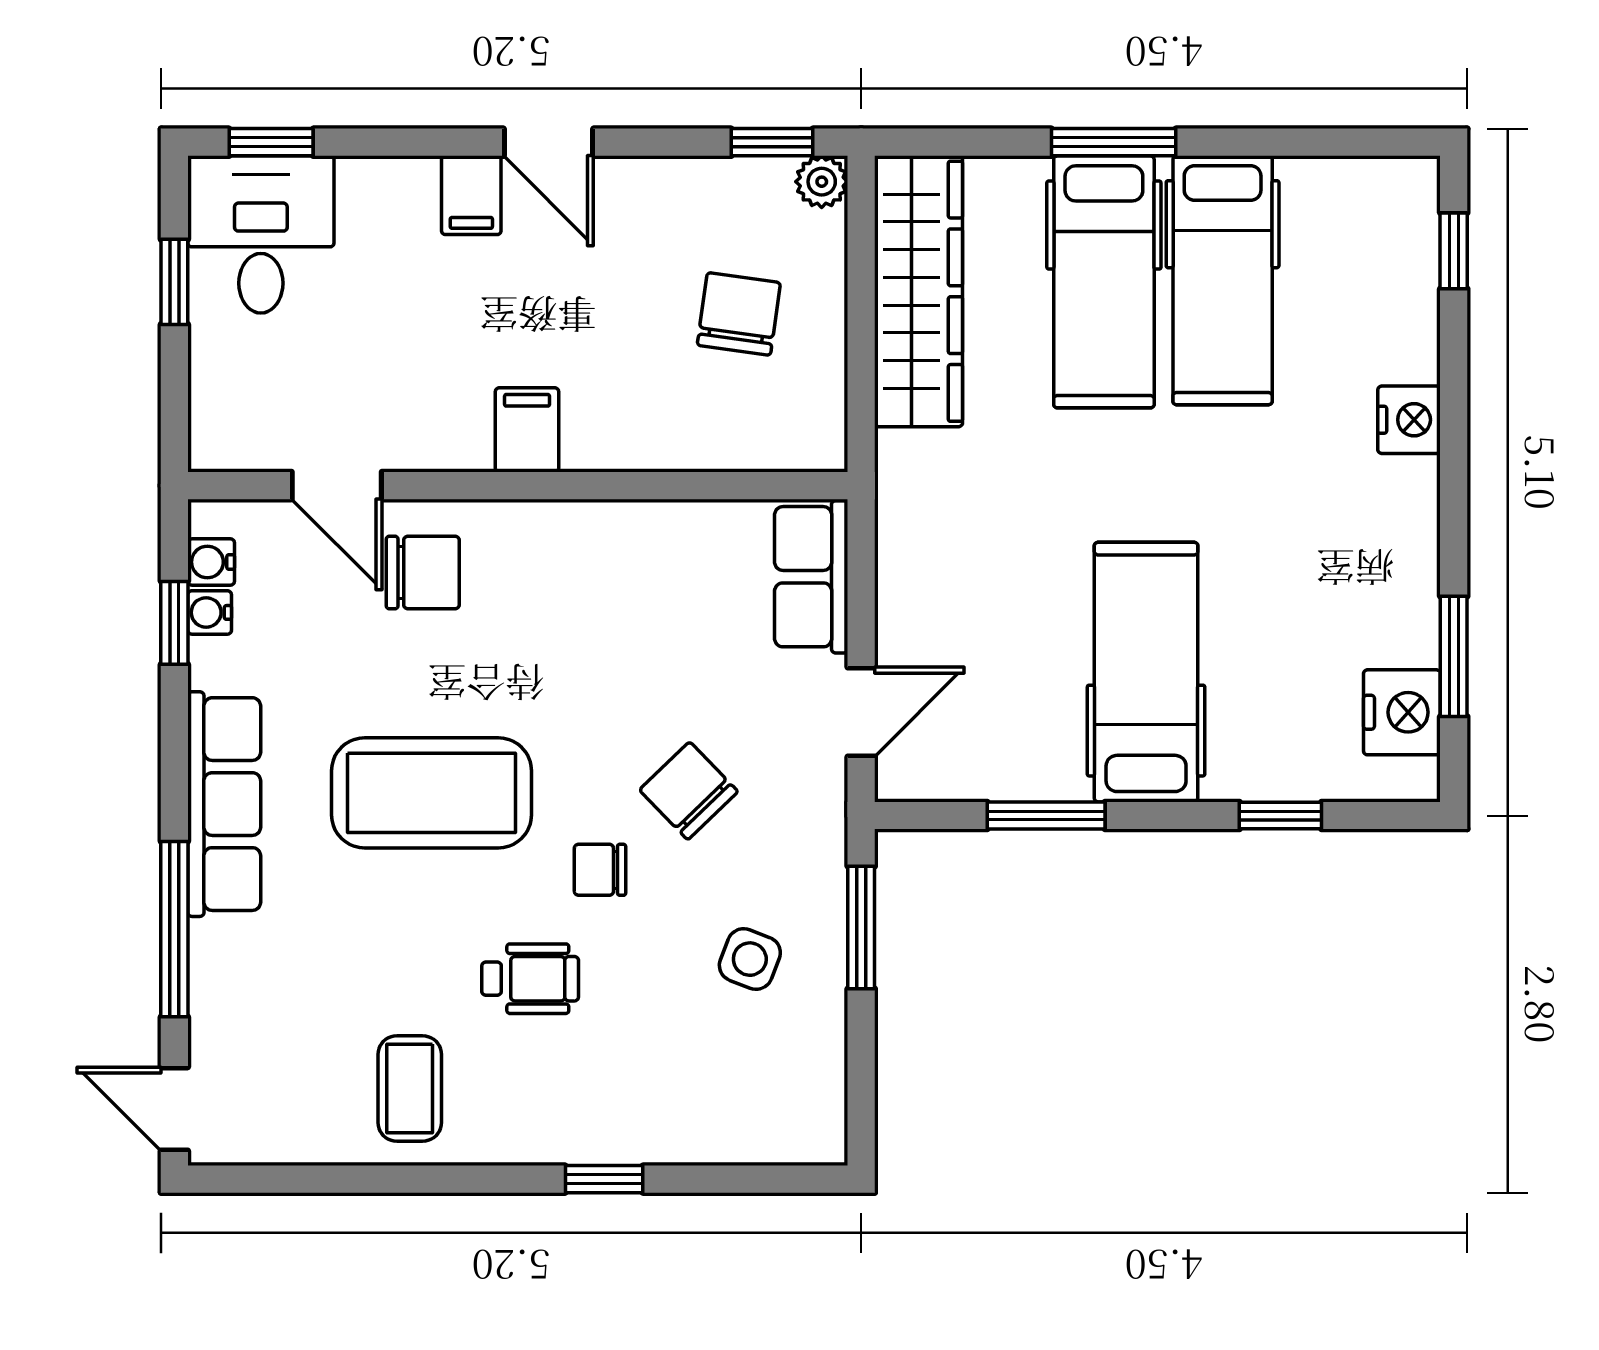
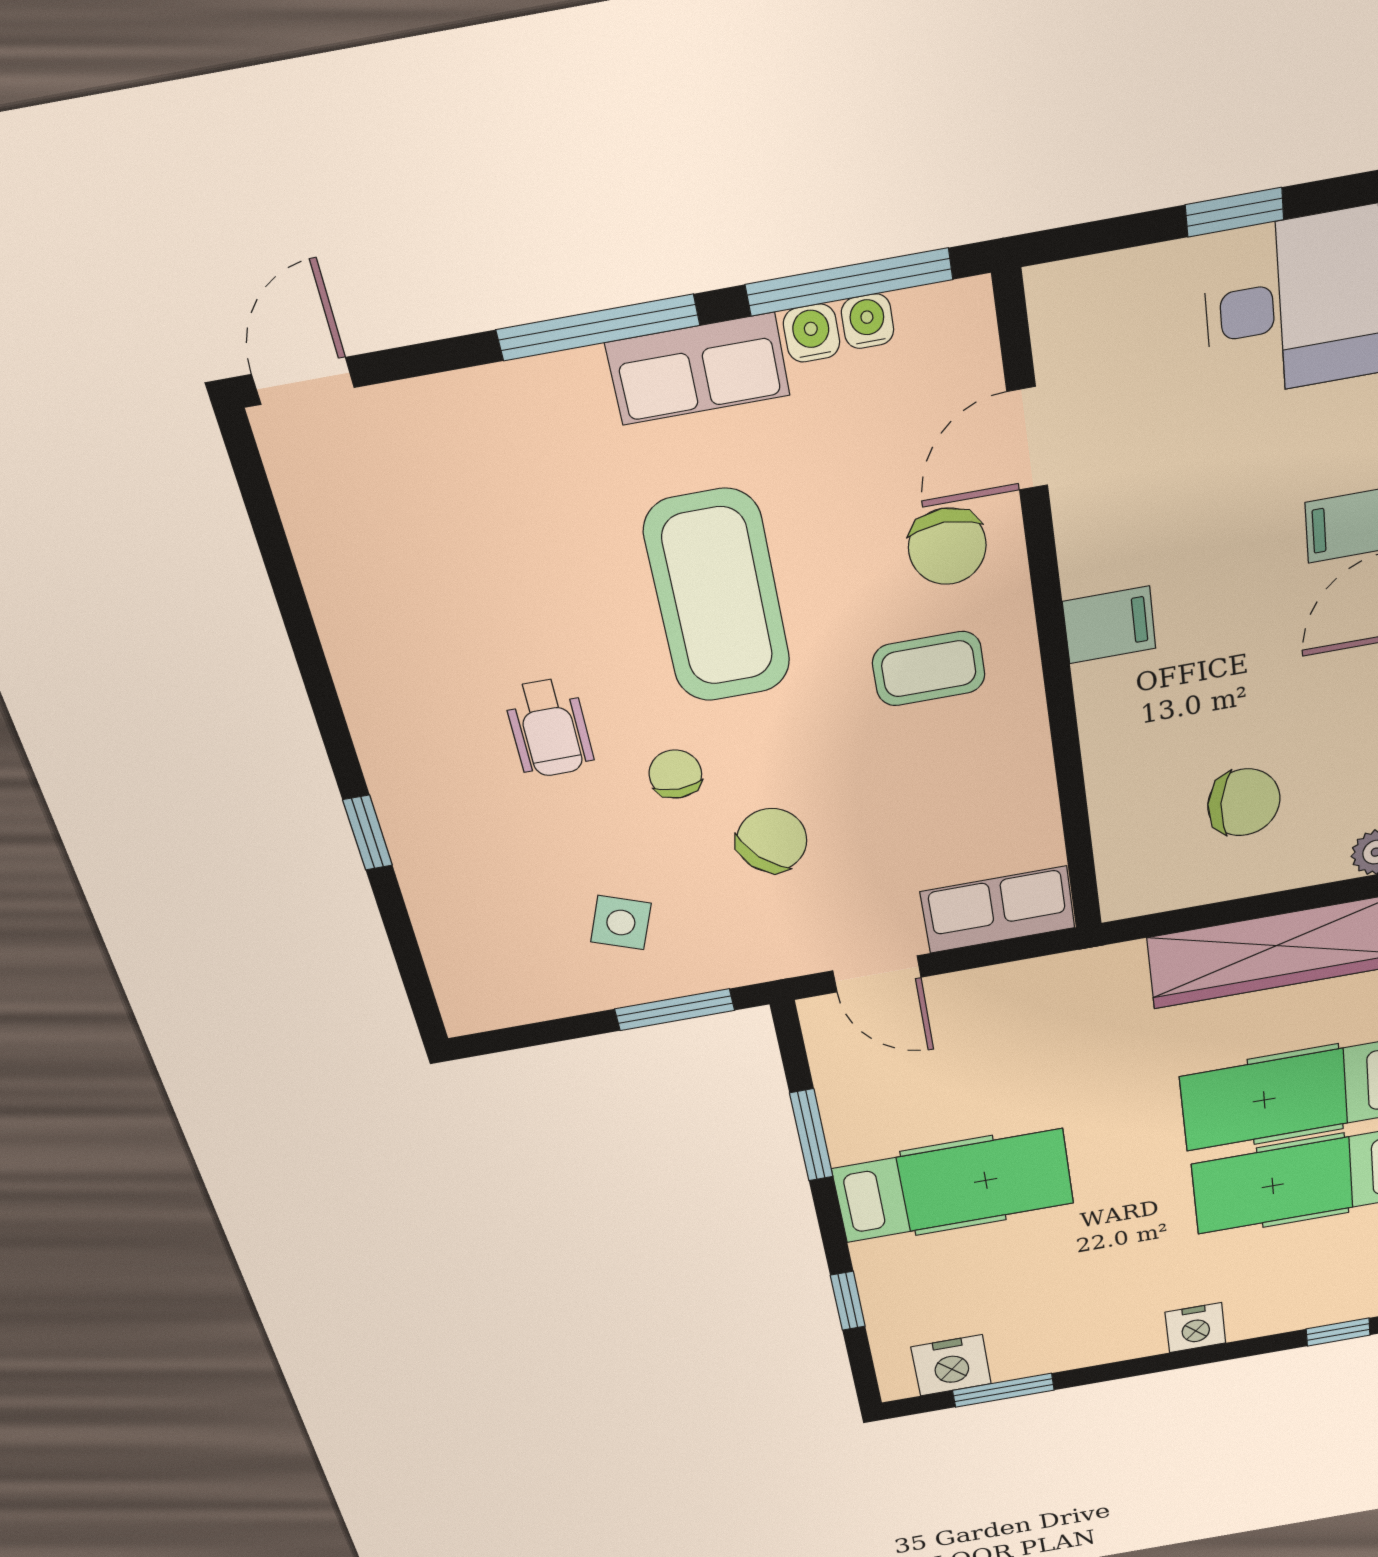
water cooler: (211, 562) -> (812, 333), moved
window: (174, 623) -> (849, 282), width x2.17
row of seats: (224, 804) -> (698, 369), width x0.68
window: (174, 929) -> (598, 327), moved
coffee table: (410, 1088) -> (929, 669), moved

